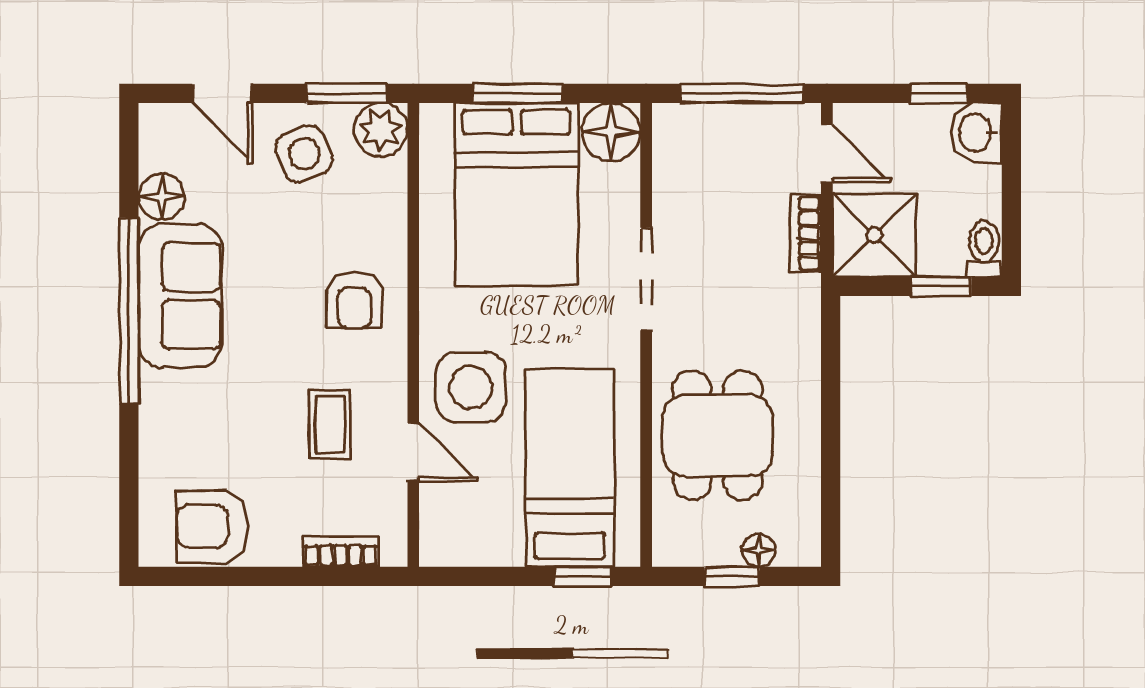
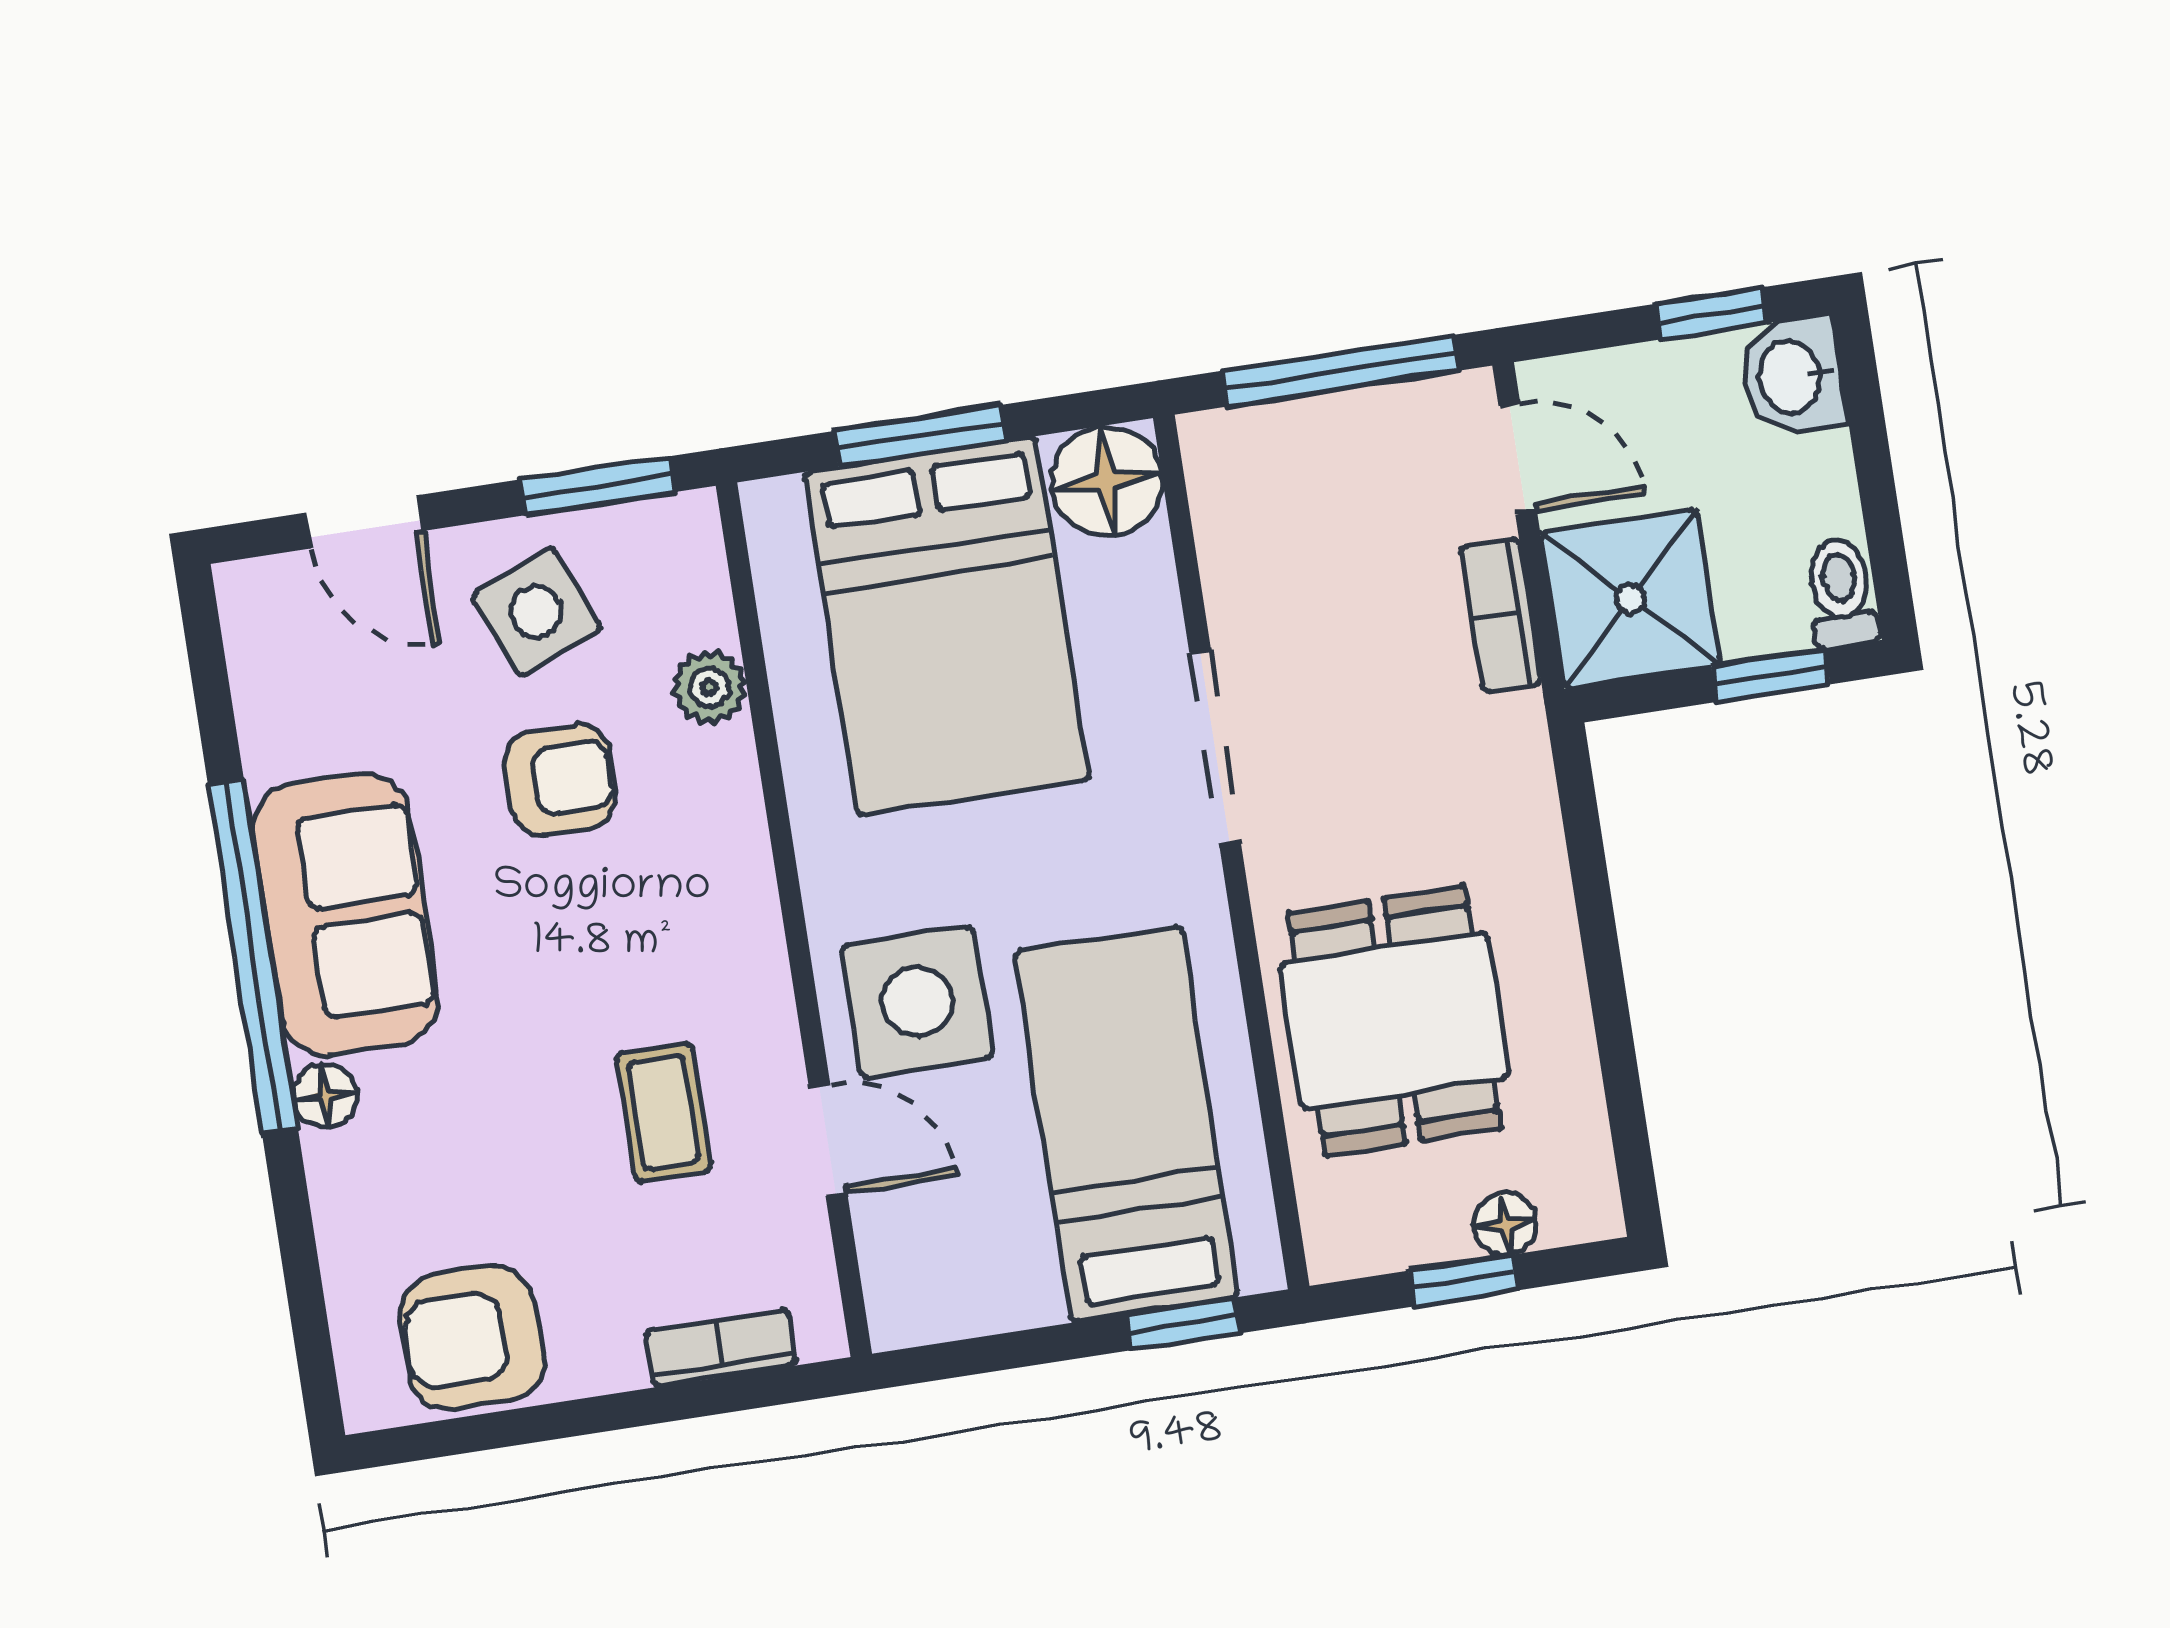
plant: (381, 130) -> (709, 687), moved, width x0.73, depth x0.73
floor lamp: (162, 197) -> (325, 1096), moved, width x0.73, depth x0.73
armchair: (354, 300) -> (560, 780), moved, turned -90

